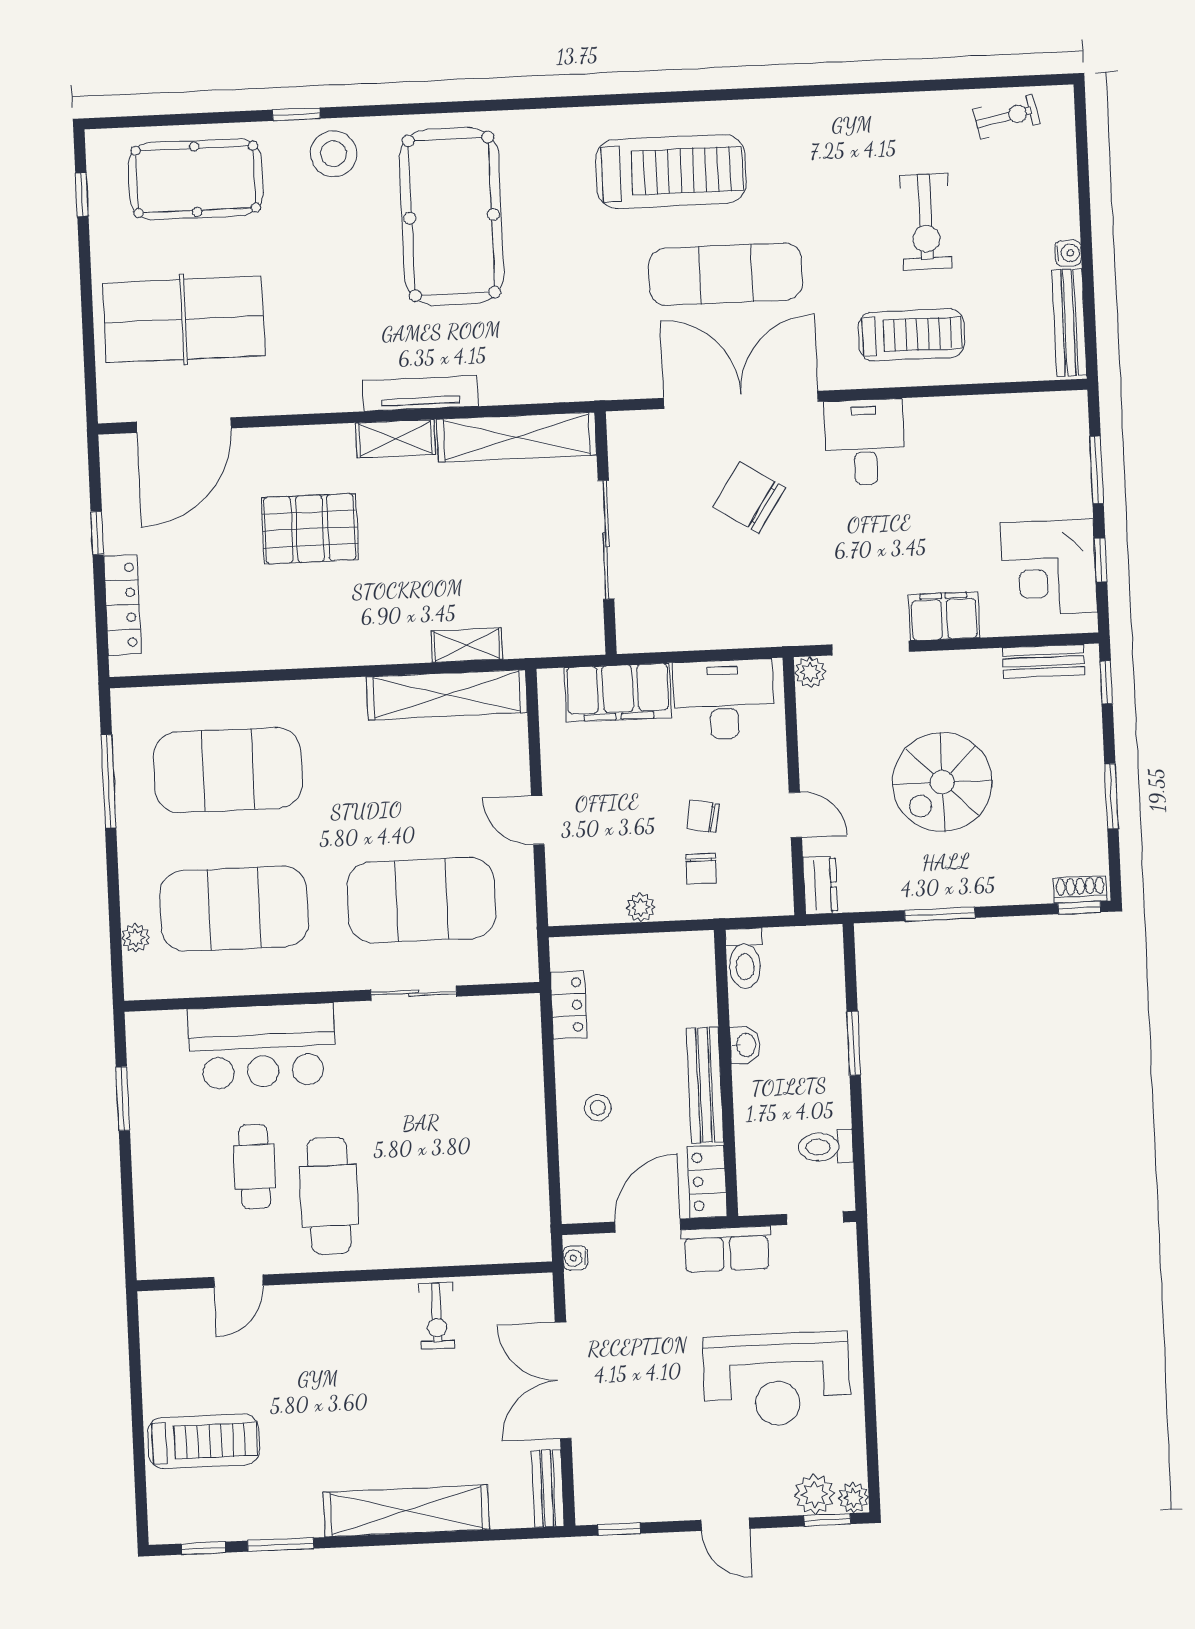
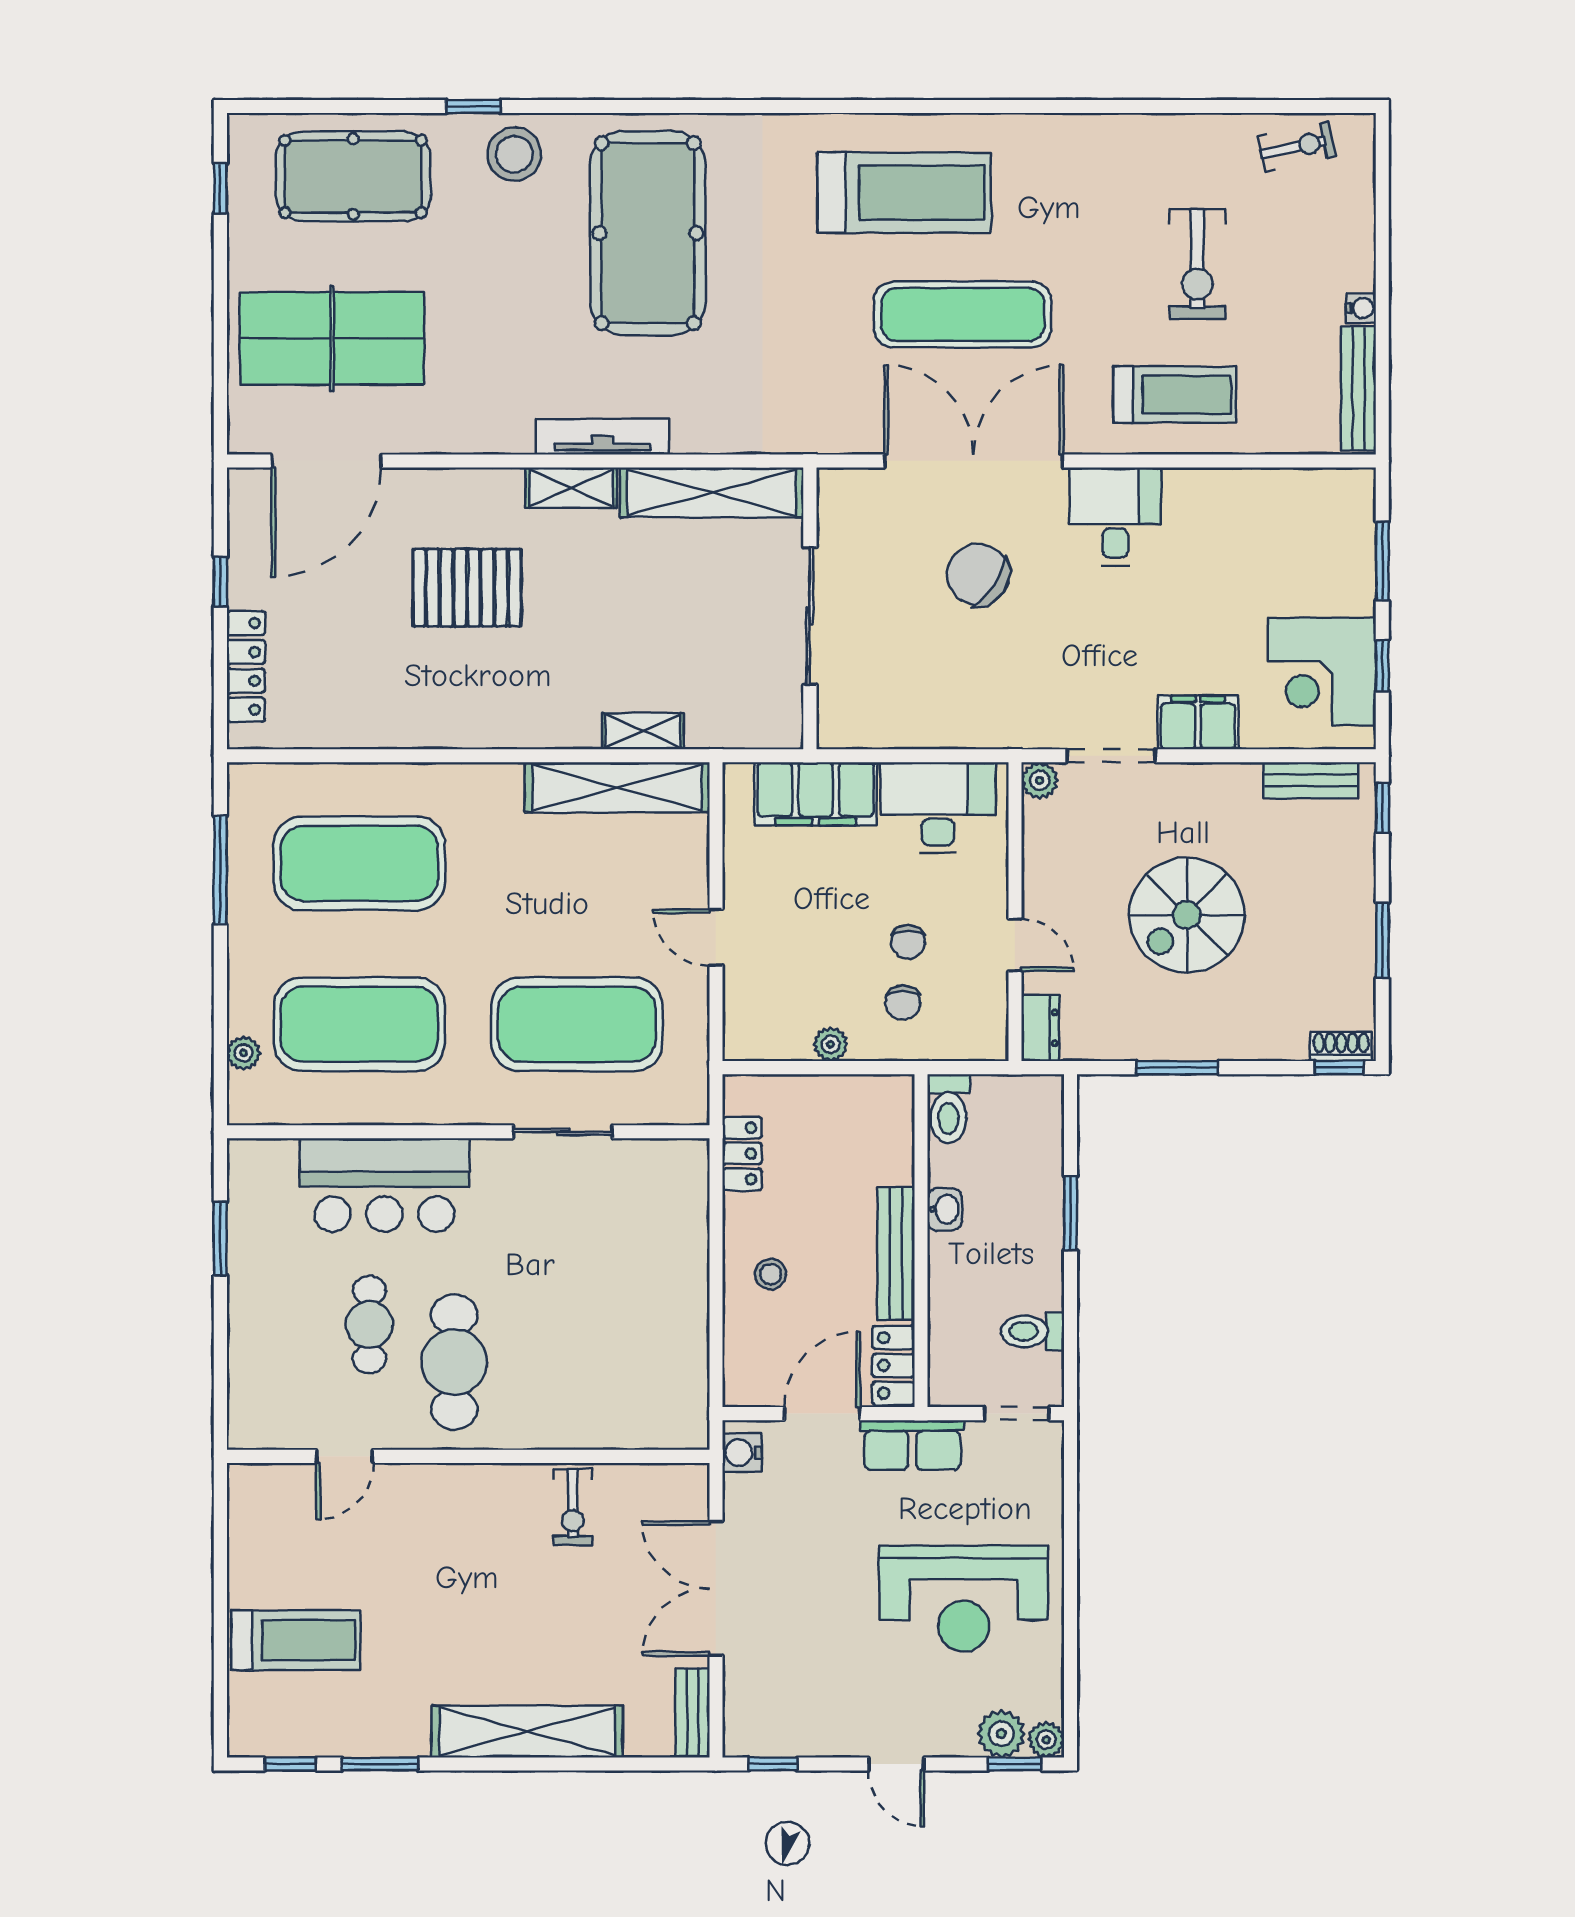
chair: (703, 816) -> (908, 942), turned -100
water cooler: (575, 1258) -> (742, 1453), width x1.38, depth x1.38

